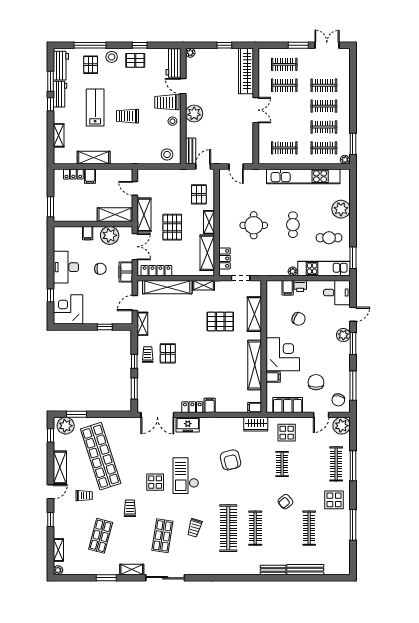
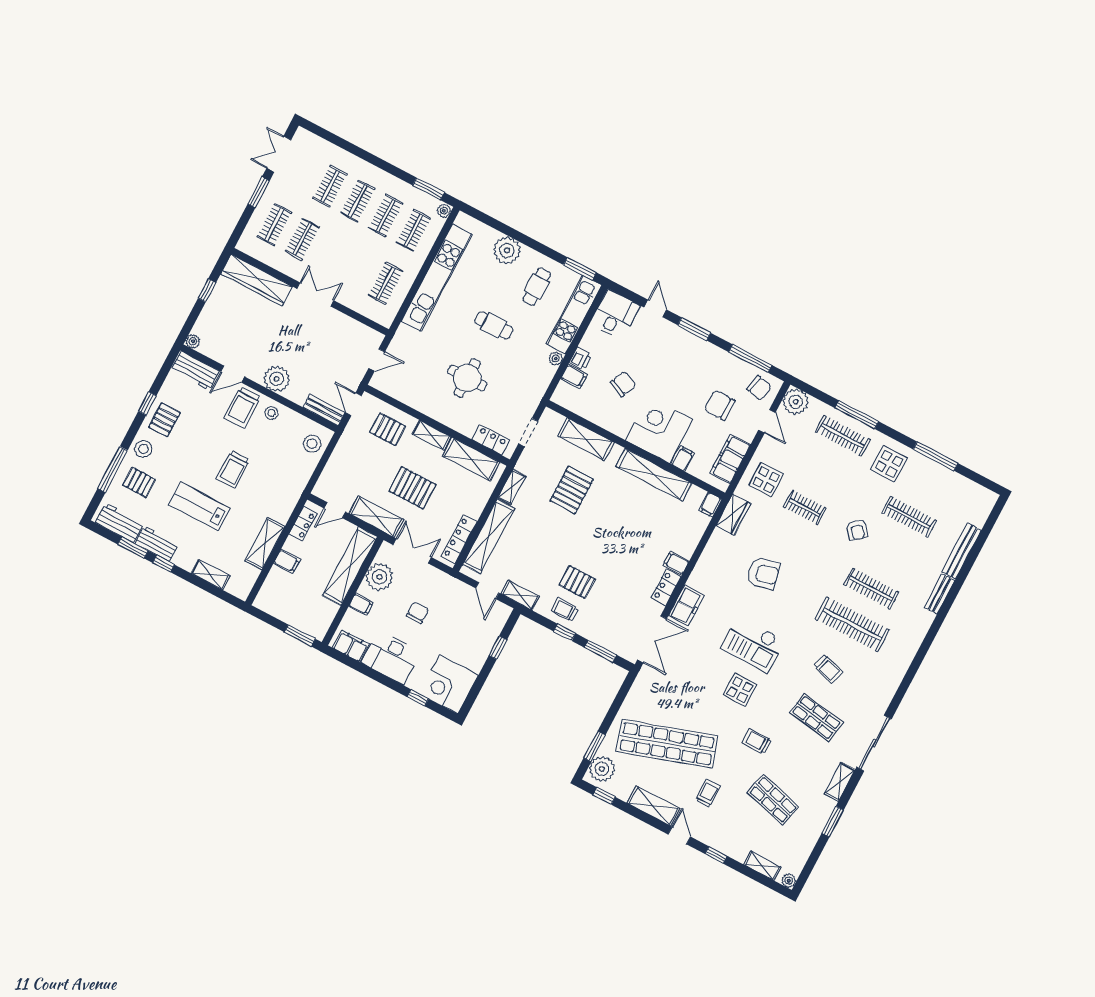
locker: (73, 174) -> (303, 524), moved
shelving: (115, 215) -> (350, 566), width x1.47
filing cabinet: (126, 272) -> (351, 646), moved, turned 180
plant: (343, 335) -> (676, 336), removed

